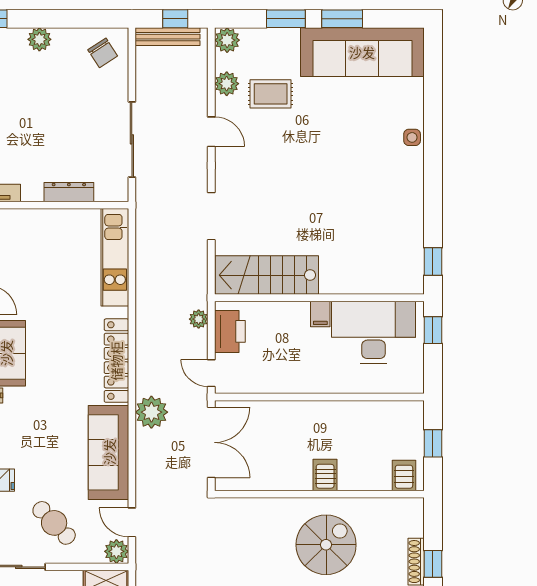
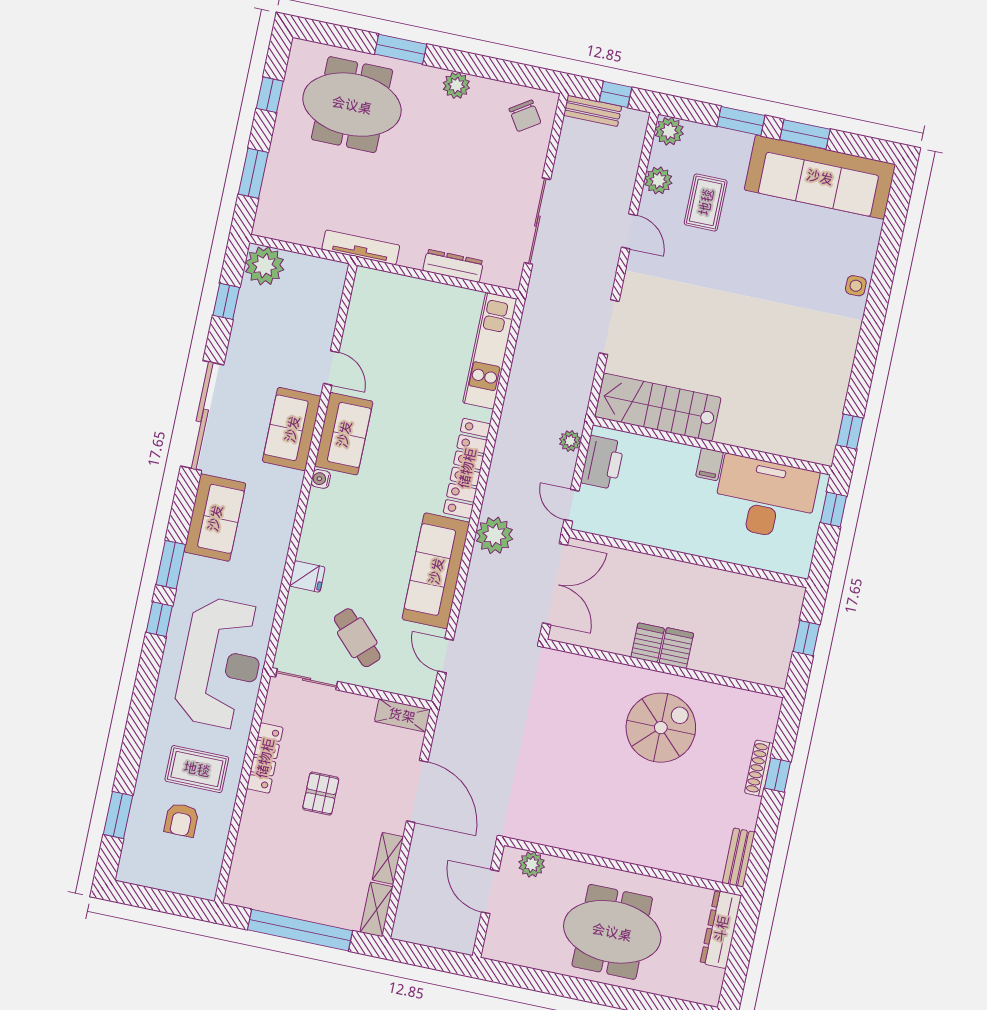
bench: (168, 37) -> (593, 111), width x0.73
rug: (271, 94) -> (706, 202), turned 90
server rack: (404, 475) -> (648, 643), moved
plant: (116, 551) -> (421, 685), removed

